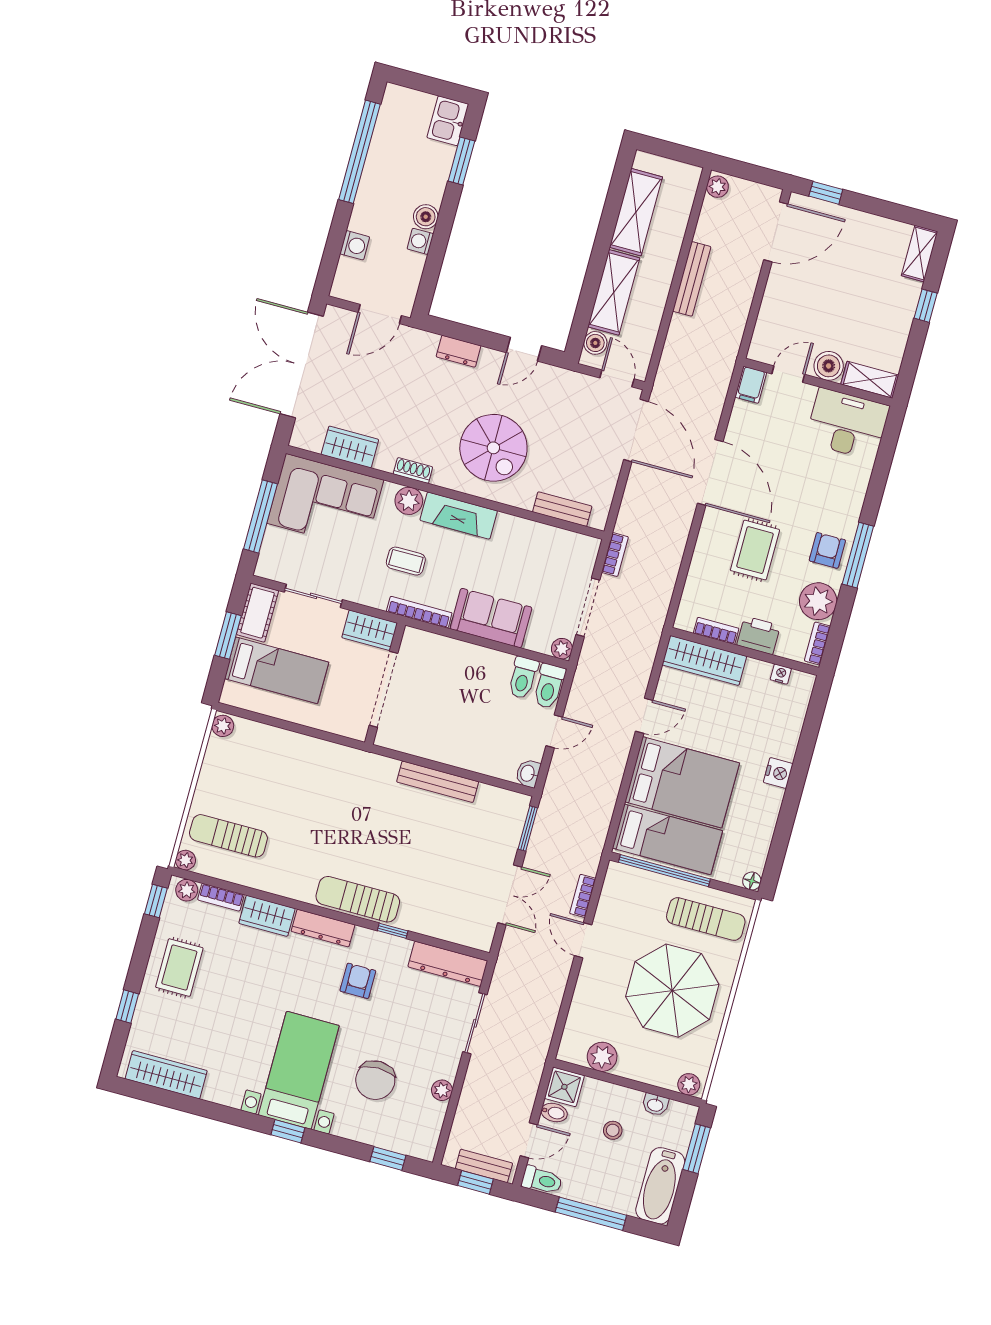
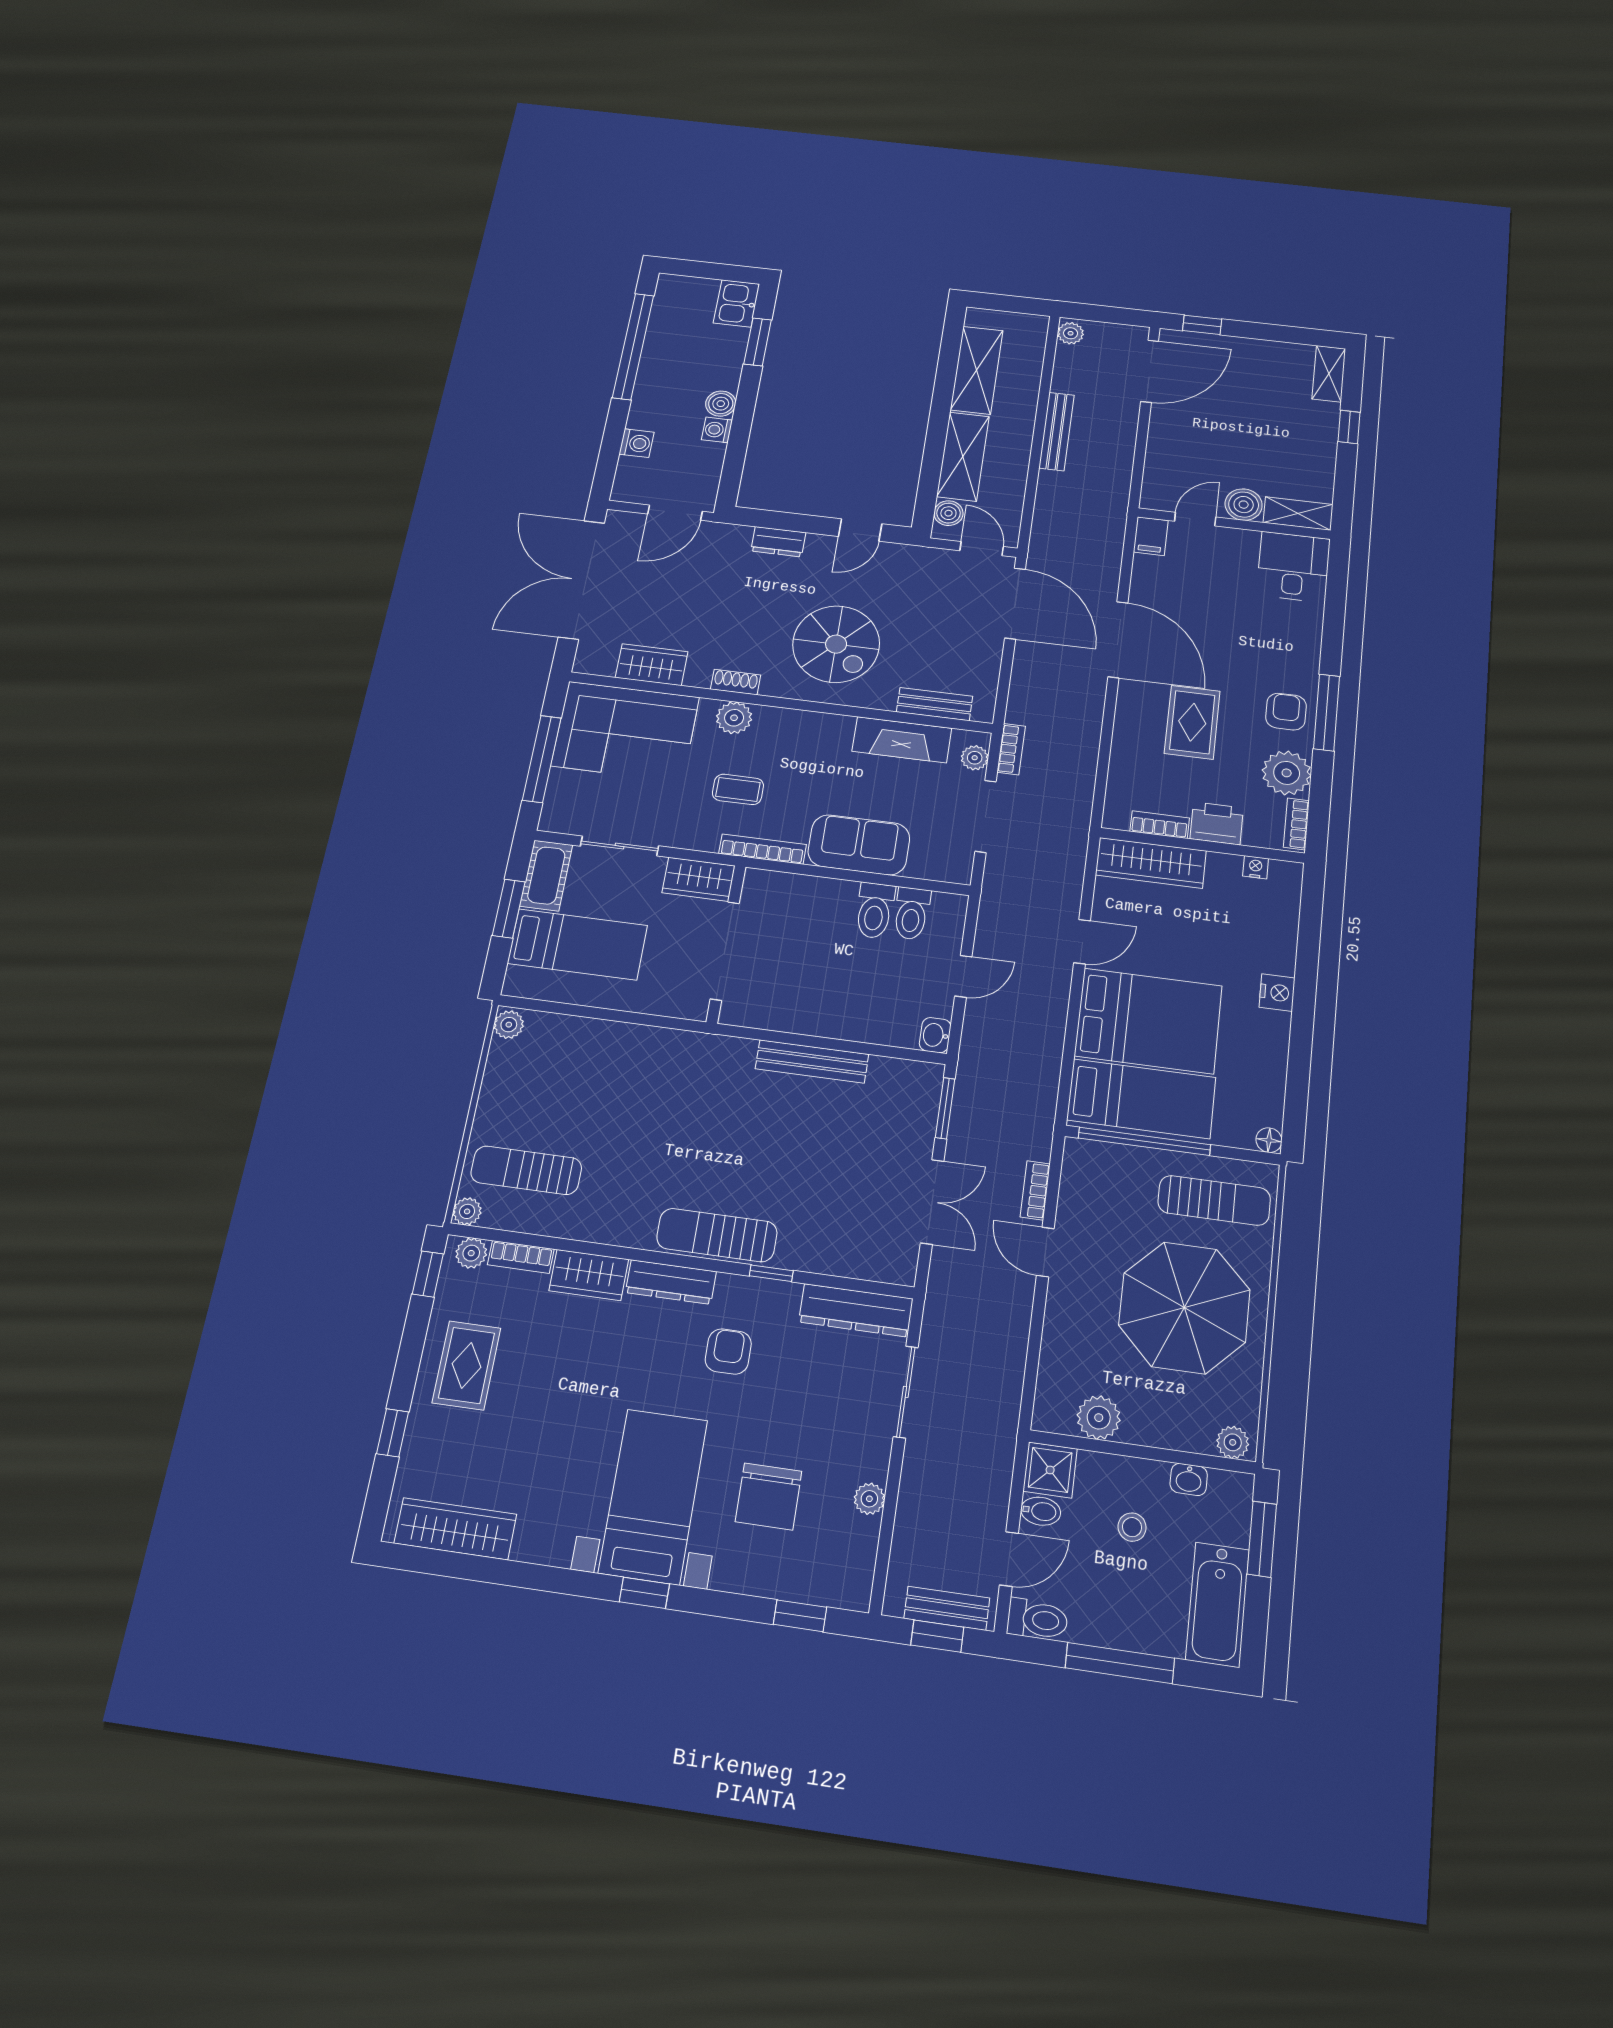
desk: (847, 424) -> (1293, 567), width x0.73
fireplace: (459, 516) -> (902, 740), moved
plant: (562, 649) -> (975, 758), moved
toilet: (549, 686) -> (875, 910), moved

